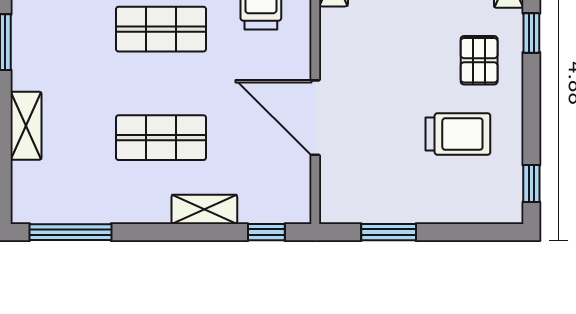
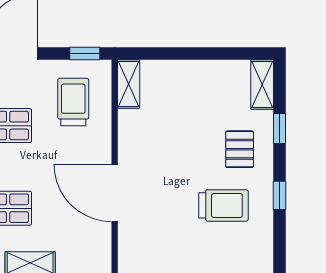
window: (531, 184) -> (279, 195), moved

